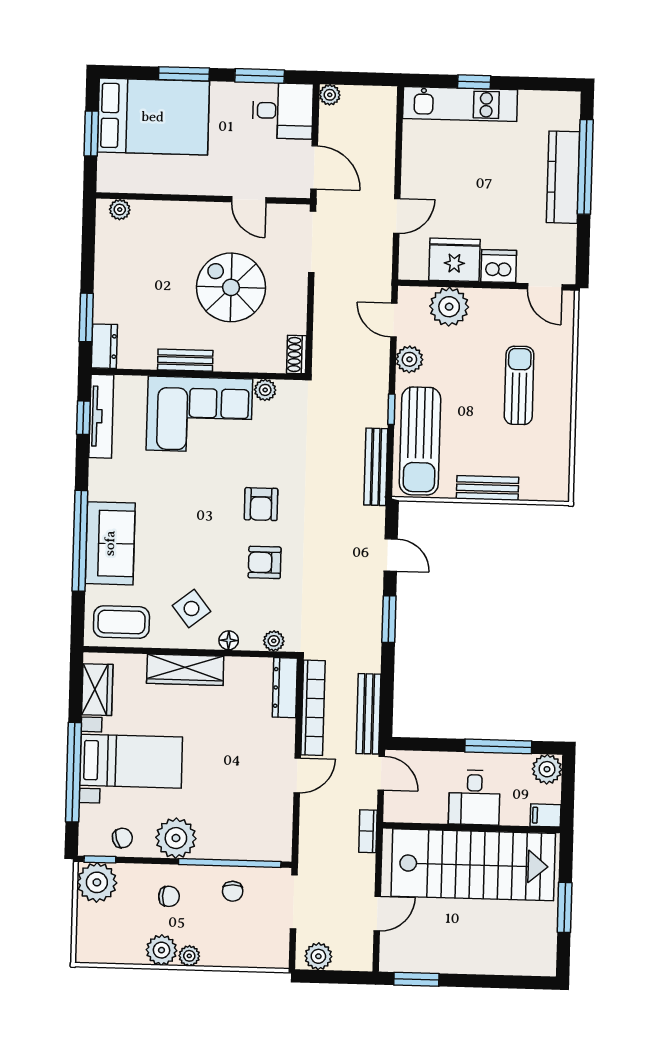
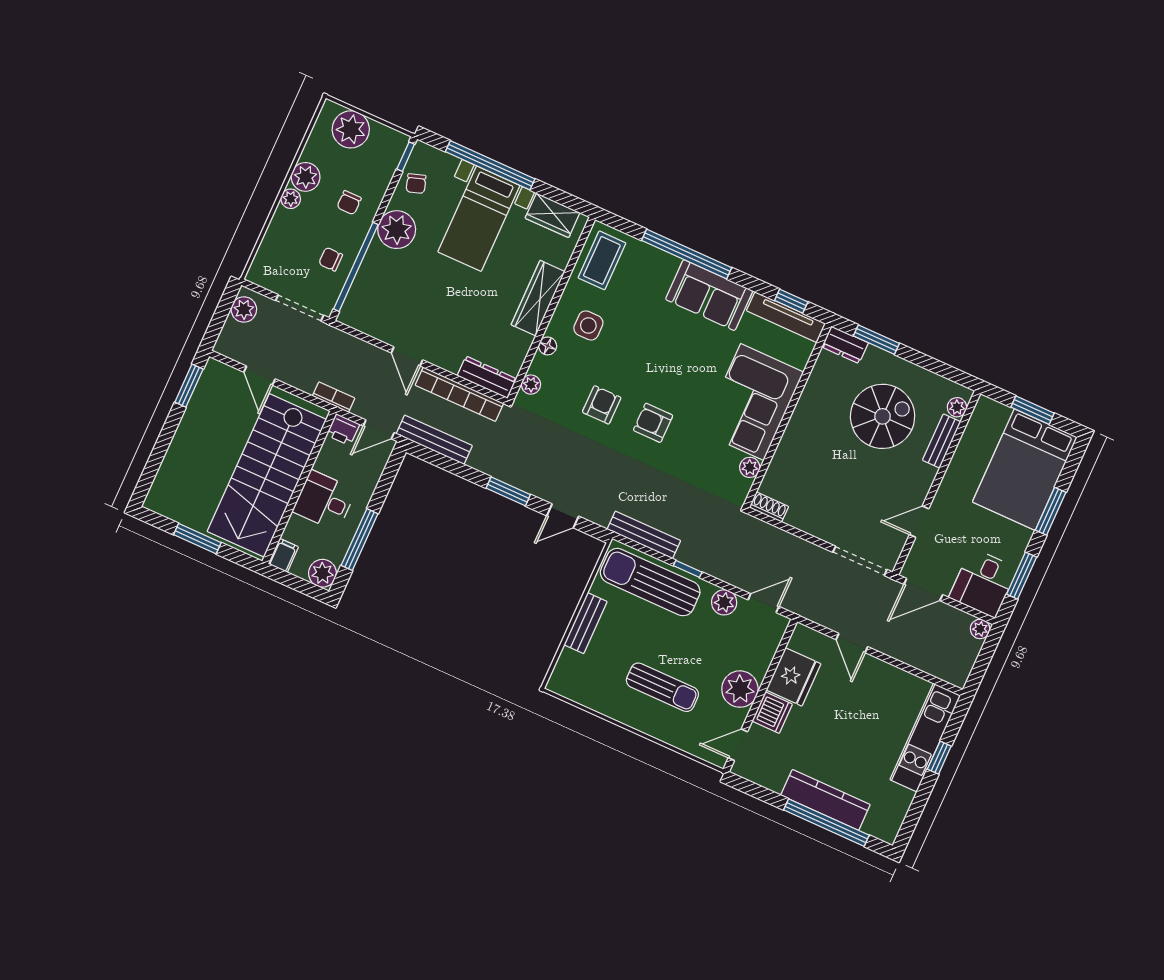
spiral stairs: (231, 287) -> (883, 416), moved
plant: (449, 307) -> (740, 689), moved
bench: (185, 360) -> (942, 441), moved
sofa: (110, 543) -> (709, 295), moved
side table: (191, 608) -> (588, 325), turned 38
printer: (396, 808) -> (343, 430), added
plant: (97, 882) -> (351, 129), moved

